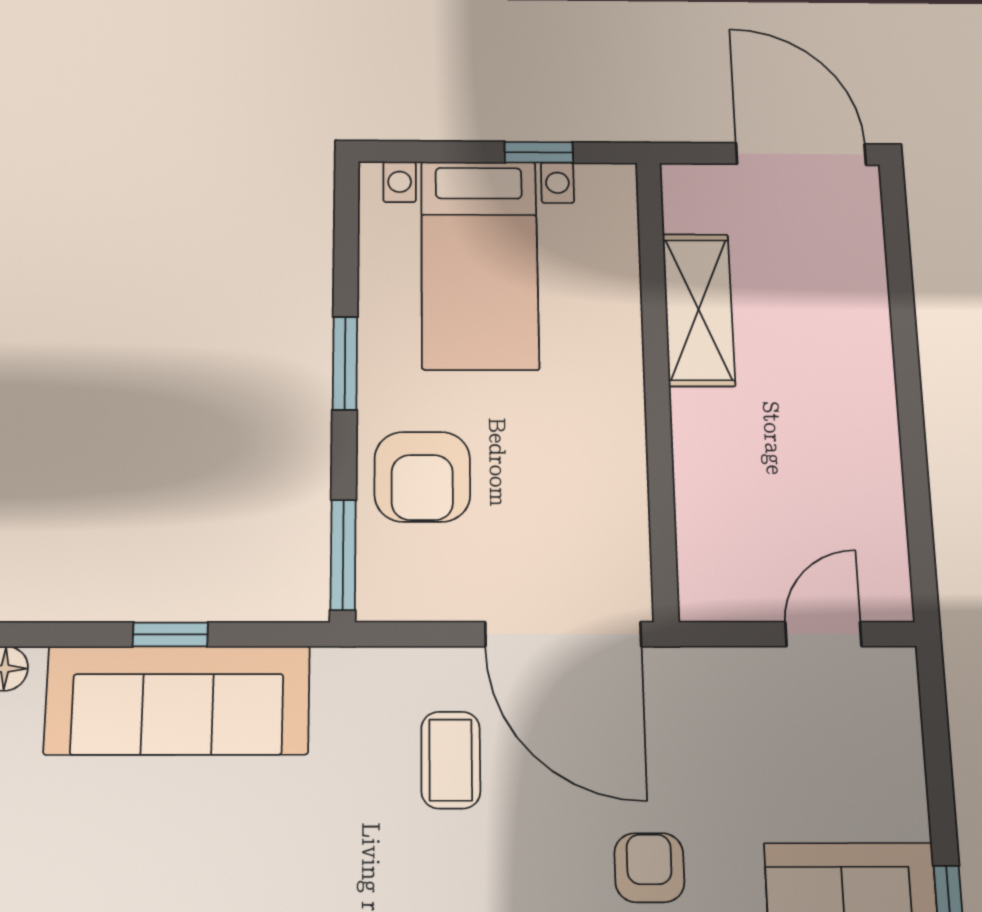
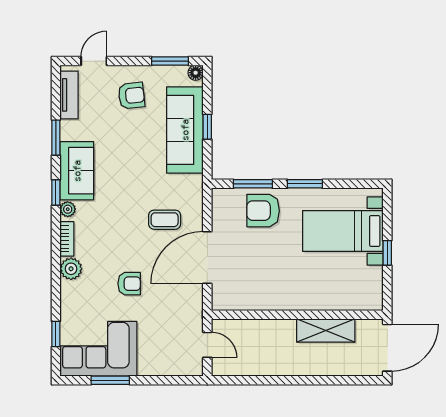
shelving: (699, 310) -> (326, 330), moved
wall: (657, 385) -> (297, 315), moved
window: (343, 555) -> (253, 184), moved
armchair: (65, 863) -> (131, 96), added

